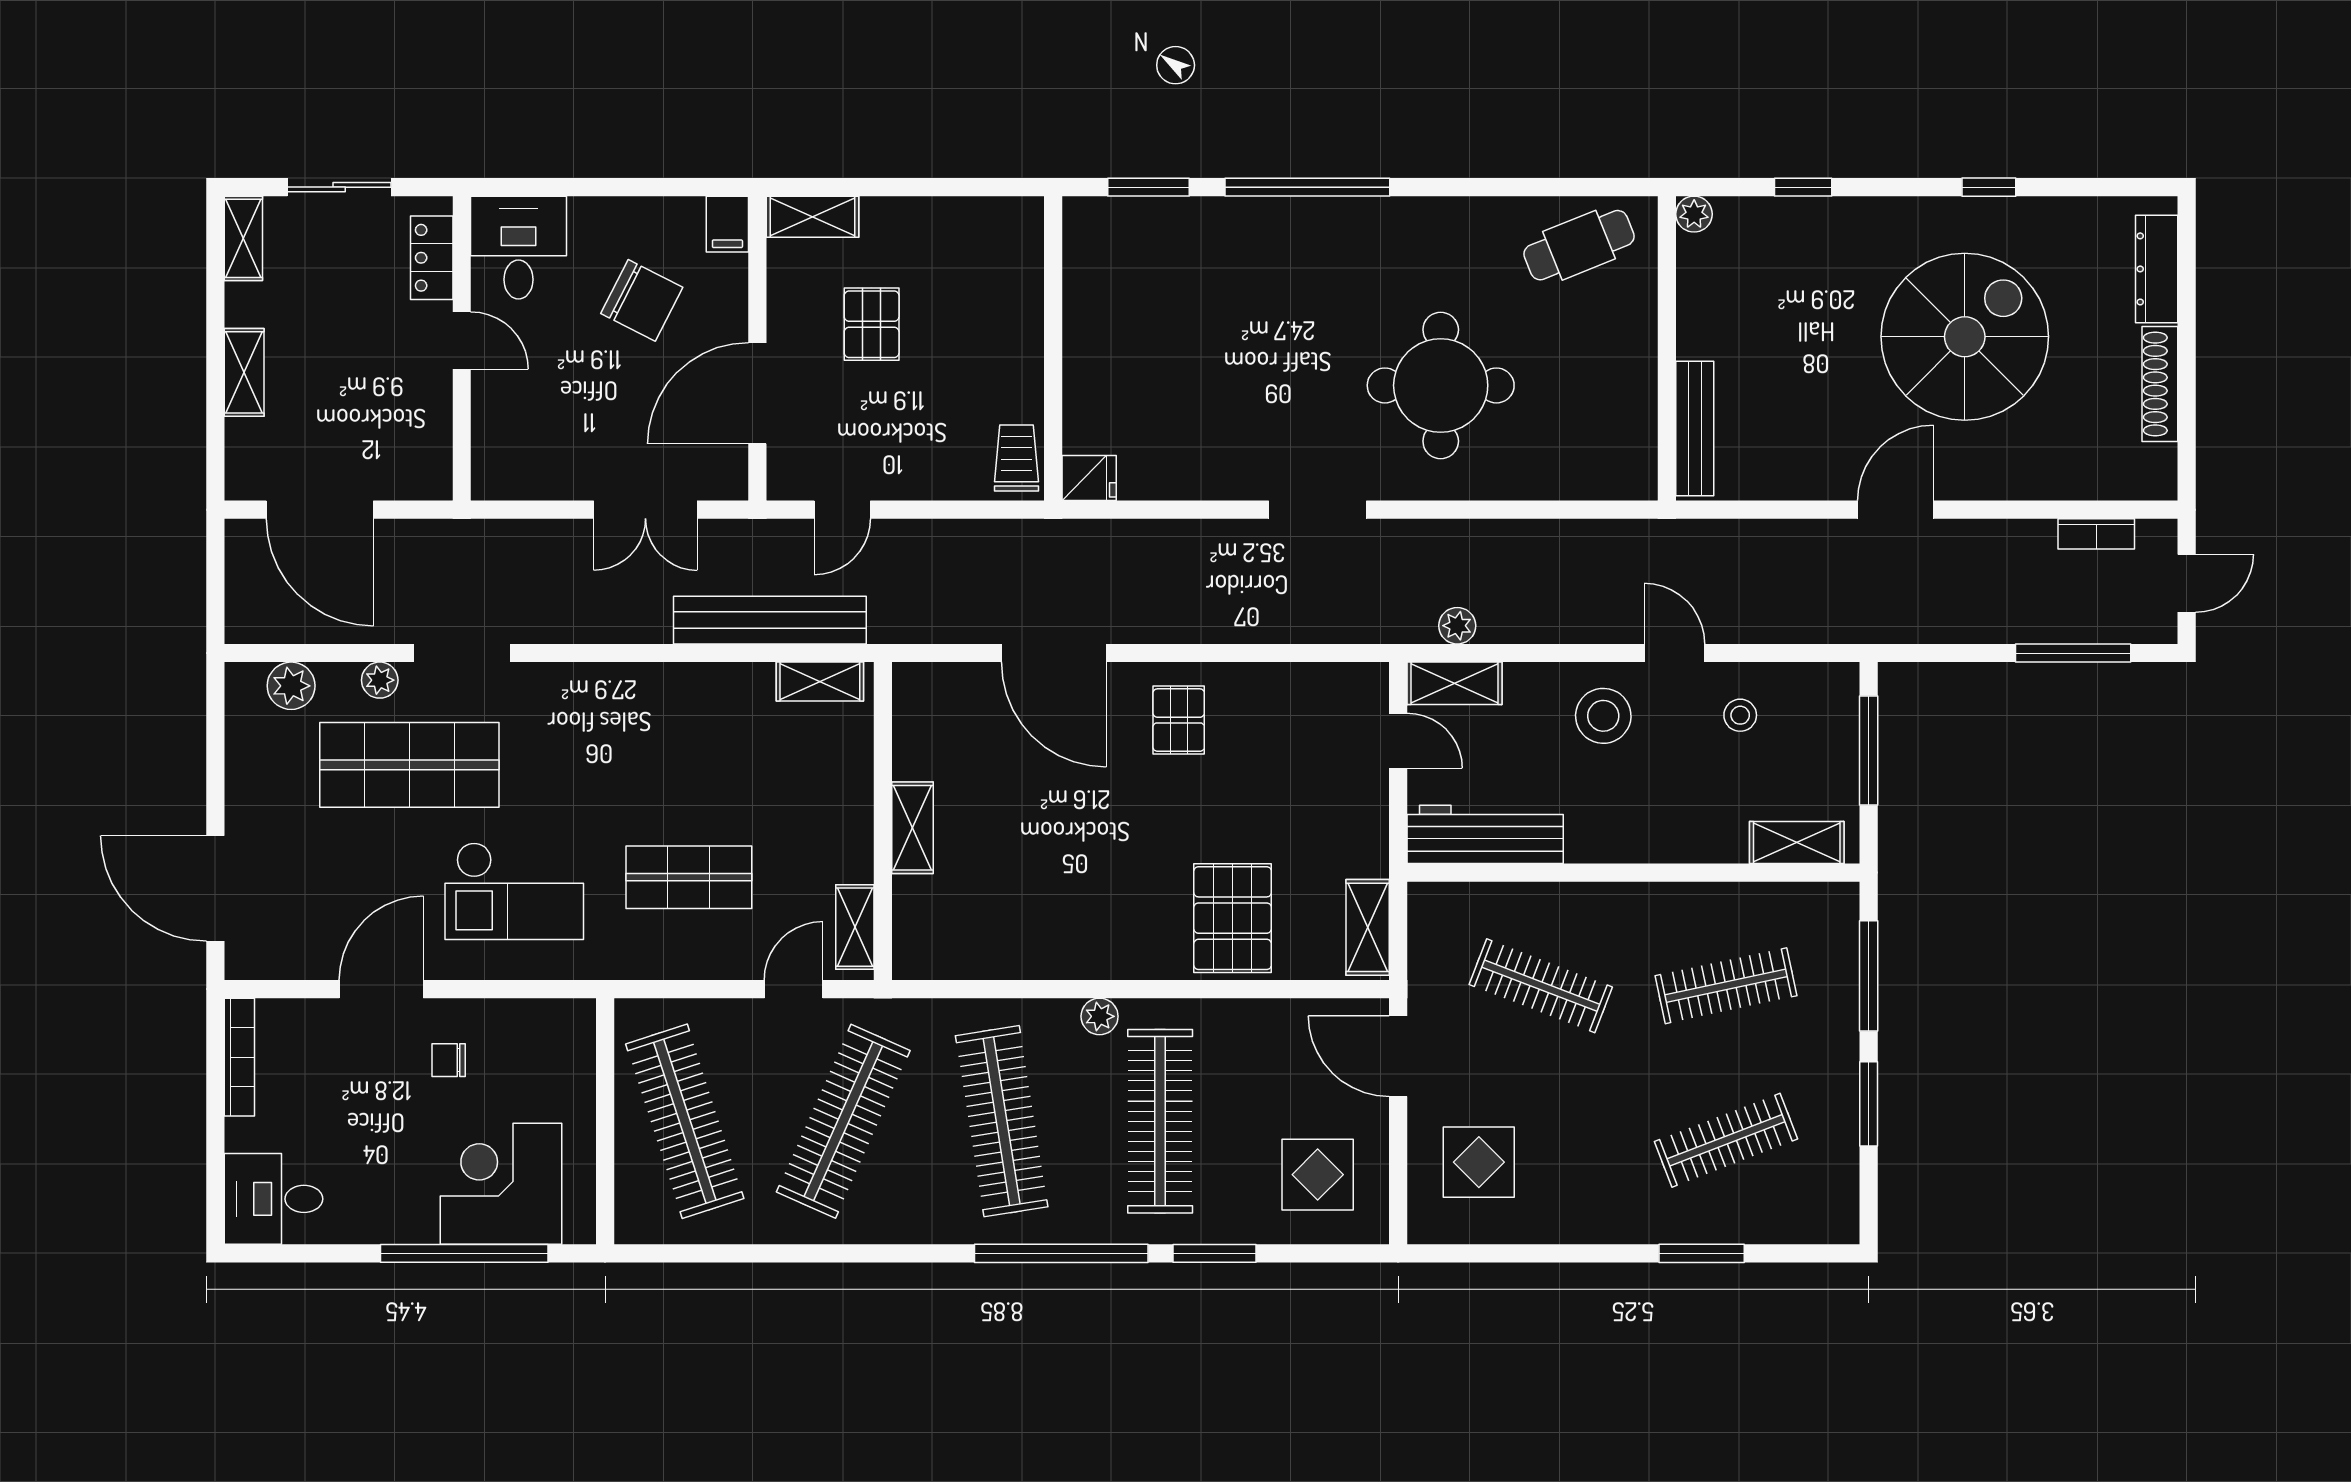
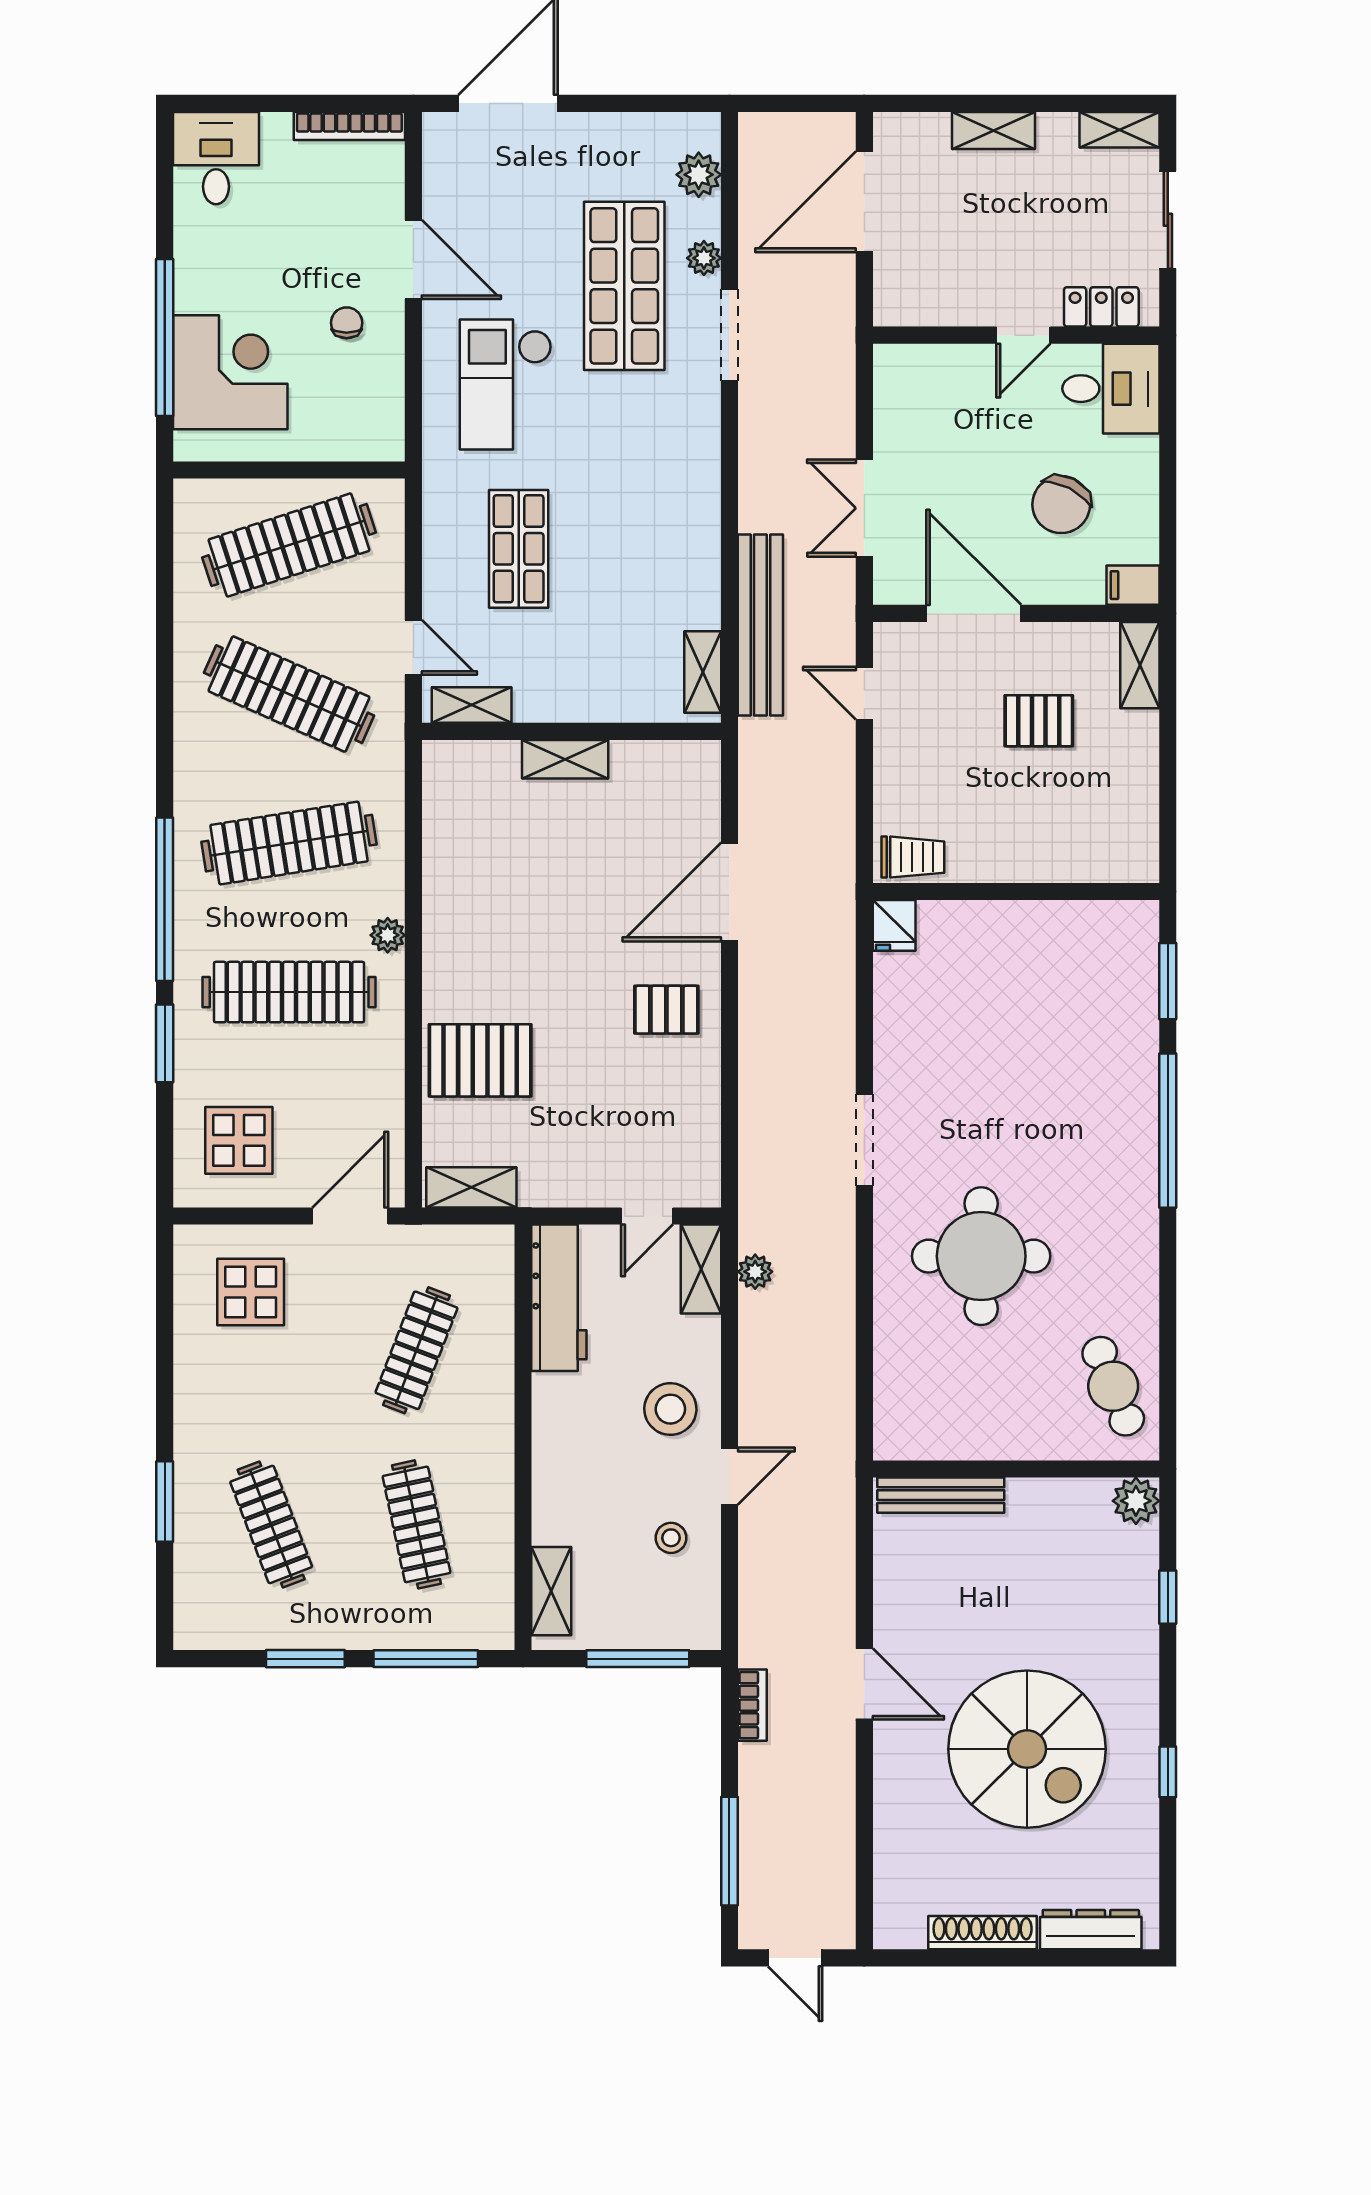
plant: (1694, 214) -> (1136, 1501), width x1.38, depth x1.38
bookcase: (2096, 534) -> (752, 1705), moved, turned 180

